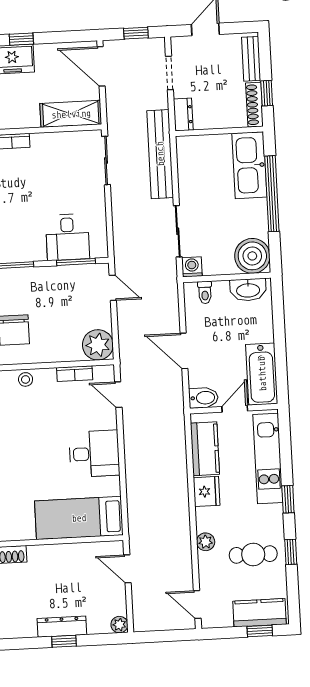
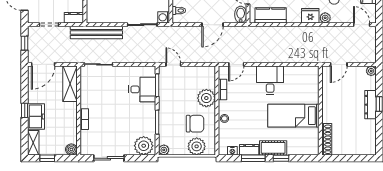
door: (113, 288) -> (173, 64), hinge flipped
plant: (98, 345) -> (206, 98), moved
fridge: (207, 491) -> (310, 16), moved
bed: (79, 518) -> (293, 116), moved, turned 90
door: (197, 604) -> (362, 25), swing flipped

